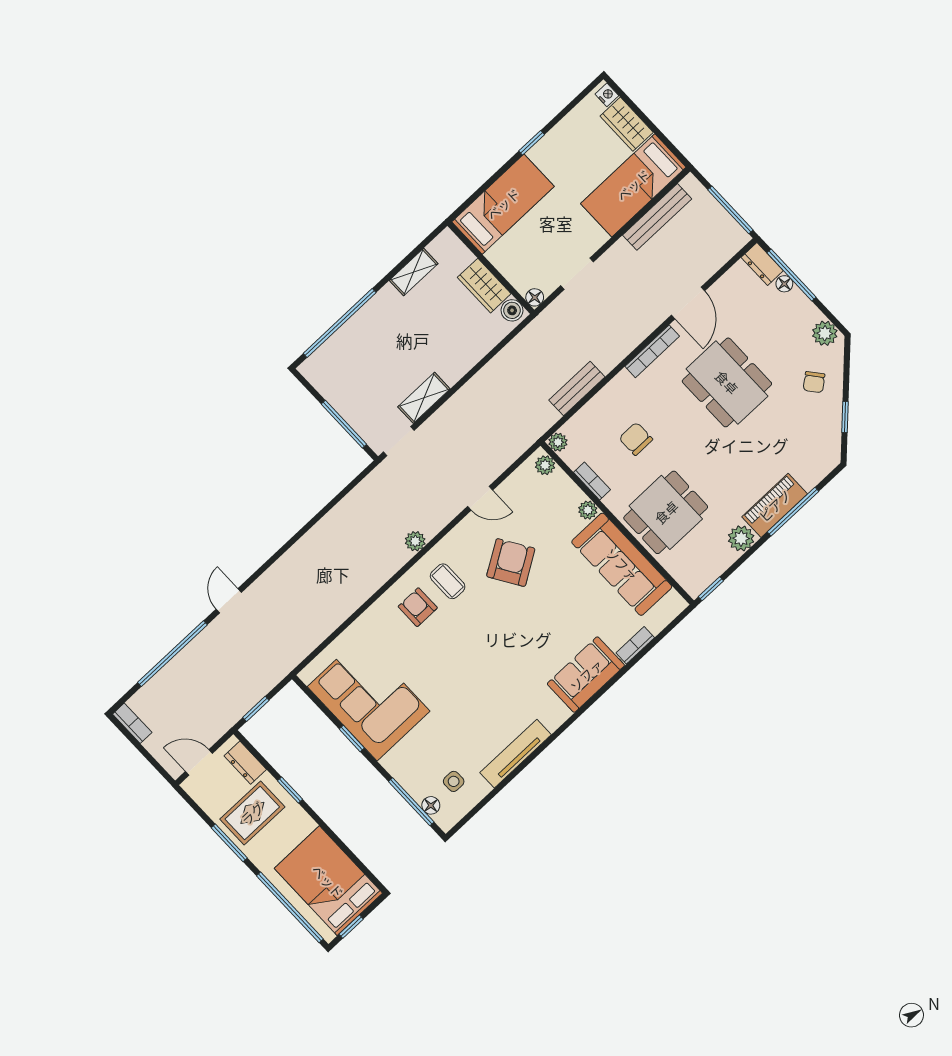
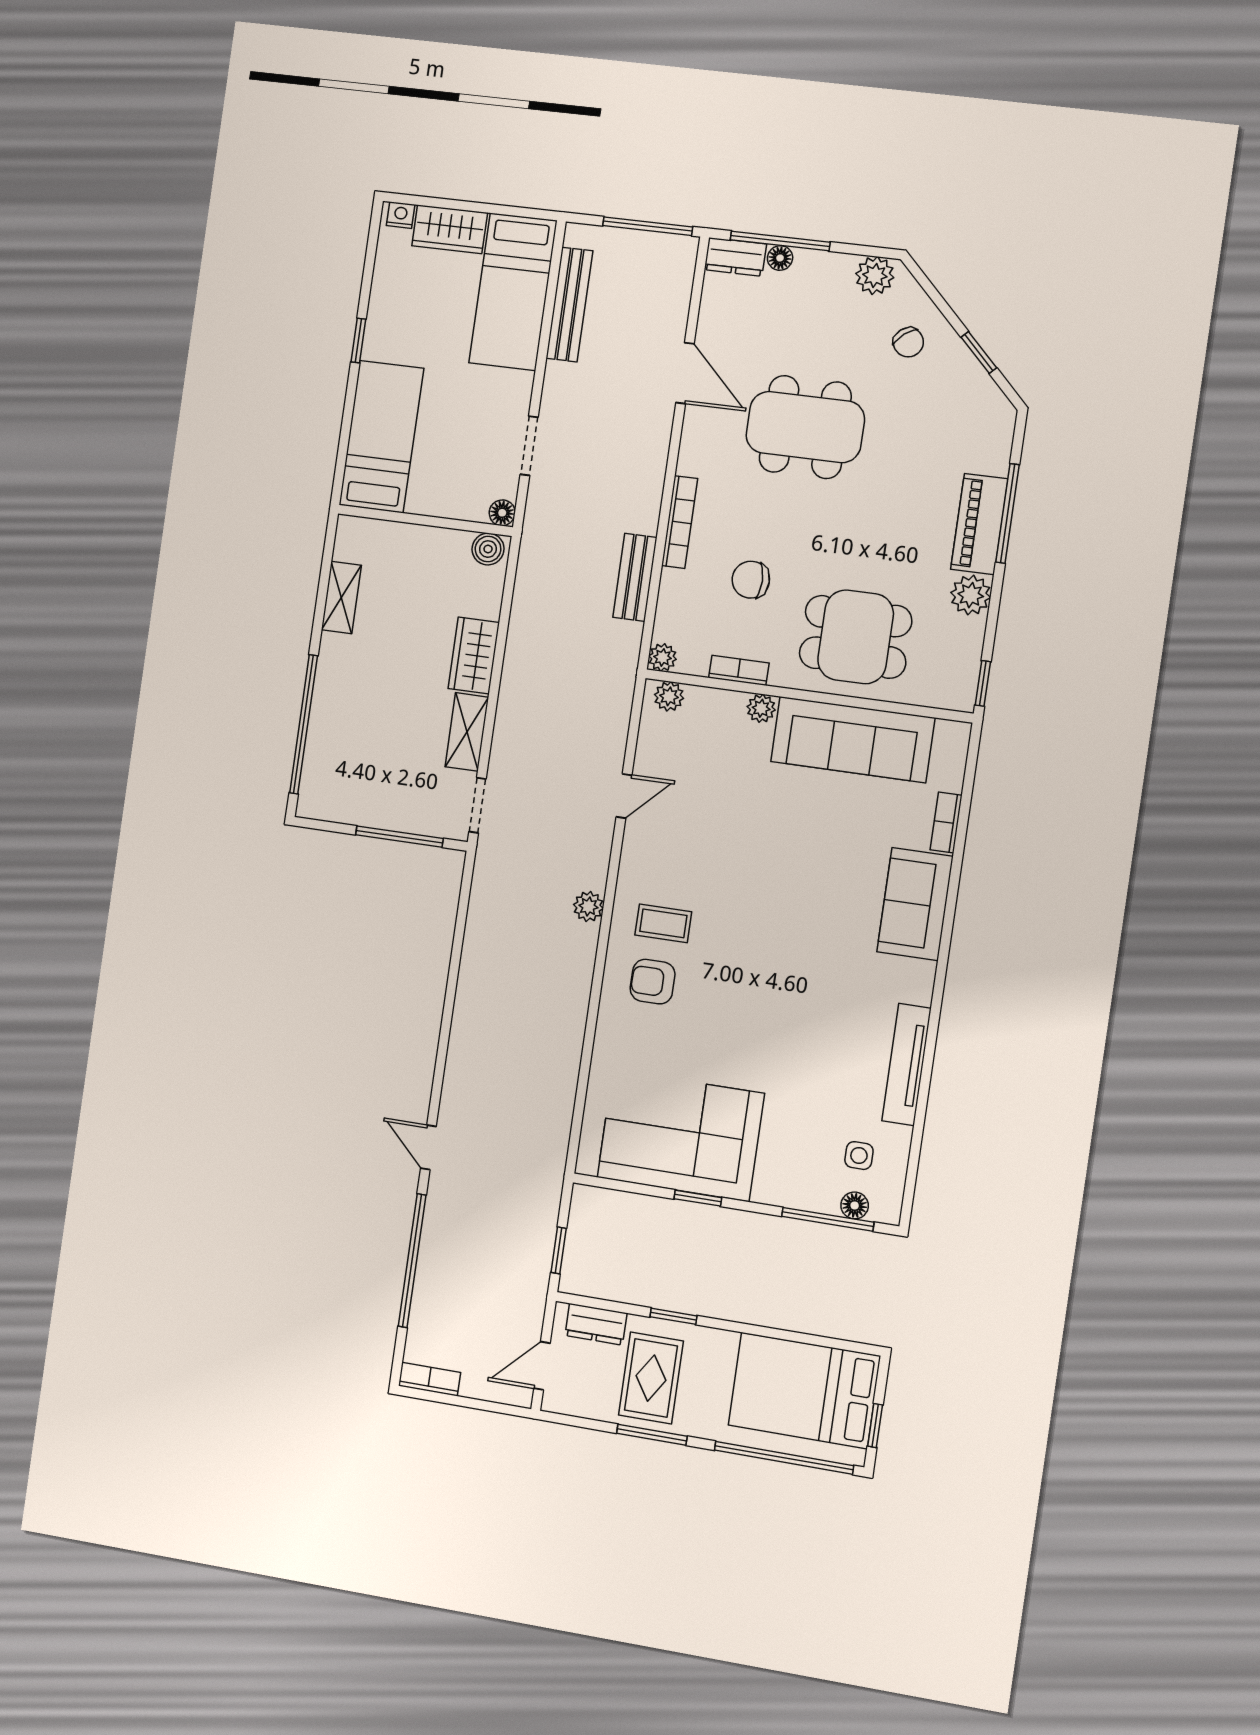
wardrobe: (484, 286) -> (474, 656), moved, turned 90
bookcase: (652, 351) -> (680, 522), moved
dining table: (666, 512) -> (856, 637), turned 90
armchair: (511, 562) -> (720, 842), removed

